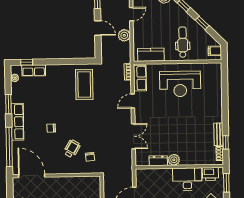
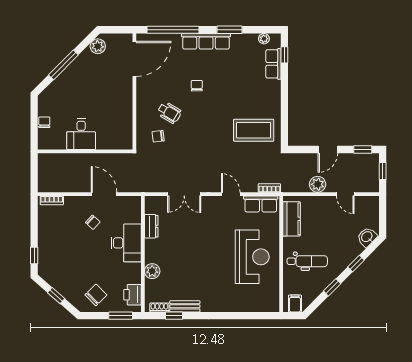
reception desk: (180, 84) -> (252, 257), turned 180
plant: (174, 160) -> (152, 271), moved
desk: (187, 179) -> (126, 243), moved

